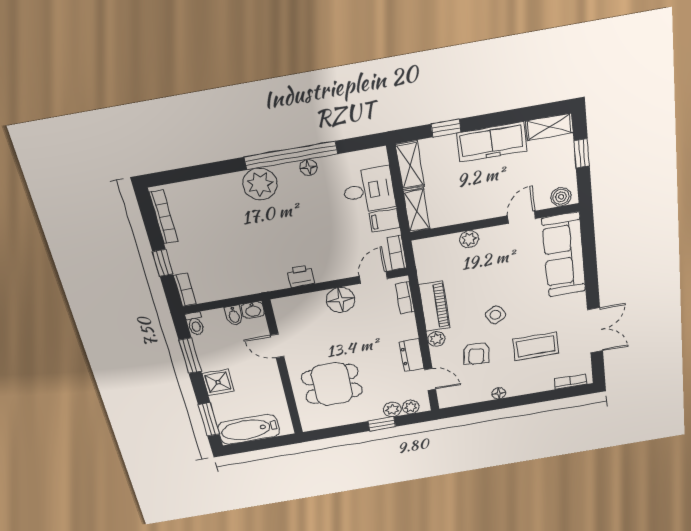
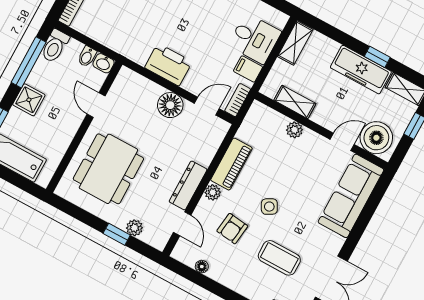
window: (446, 128) -> (377, 57), moved
boiler: (561, 197) -> (376, 138), width x1.86, depth x1.86
shelving: (417, 210) -> (295, 102), moved, turned 90
printer: (301, 276) -> (168, 65), width x1.87, depth x1.48
bookcase: (405, 298) -> (216, 140), removed
toilet: (195, 324) -> (55, 46), width x1.37, depth x1.39
dresser: (412, 355) -> (188, 185), width x1.44
window: (190, 356) -> (29, 62), width x1.44
dining table: (332, 384) -> (108, 169), width x1.37
floor lamp: (499, 393) -> (202, 267), moved
plant: (411, 407) -> (150, 237), removed

